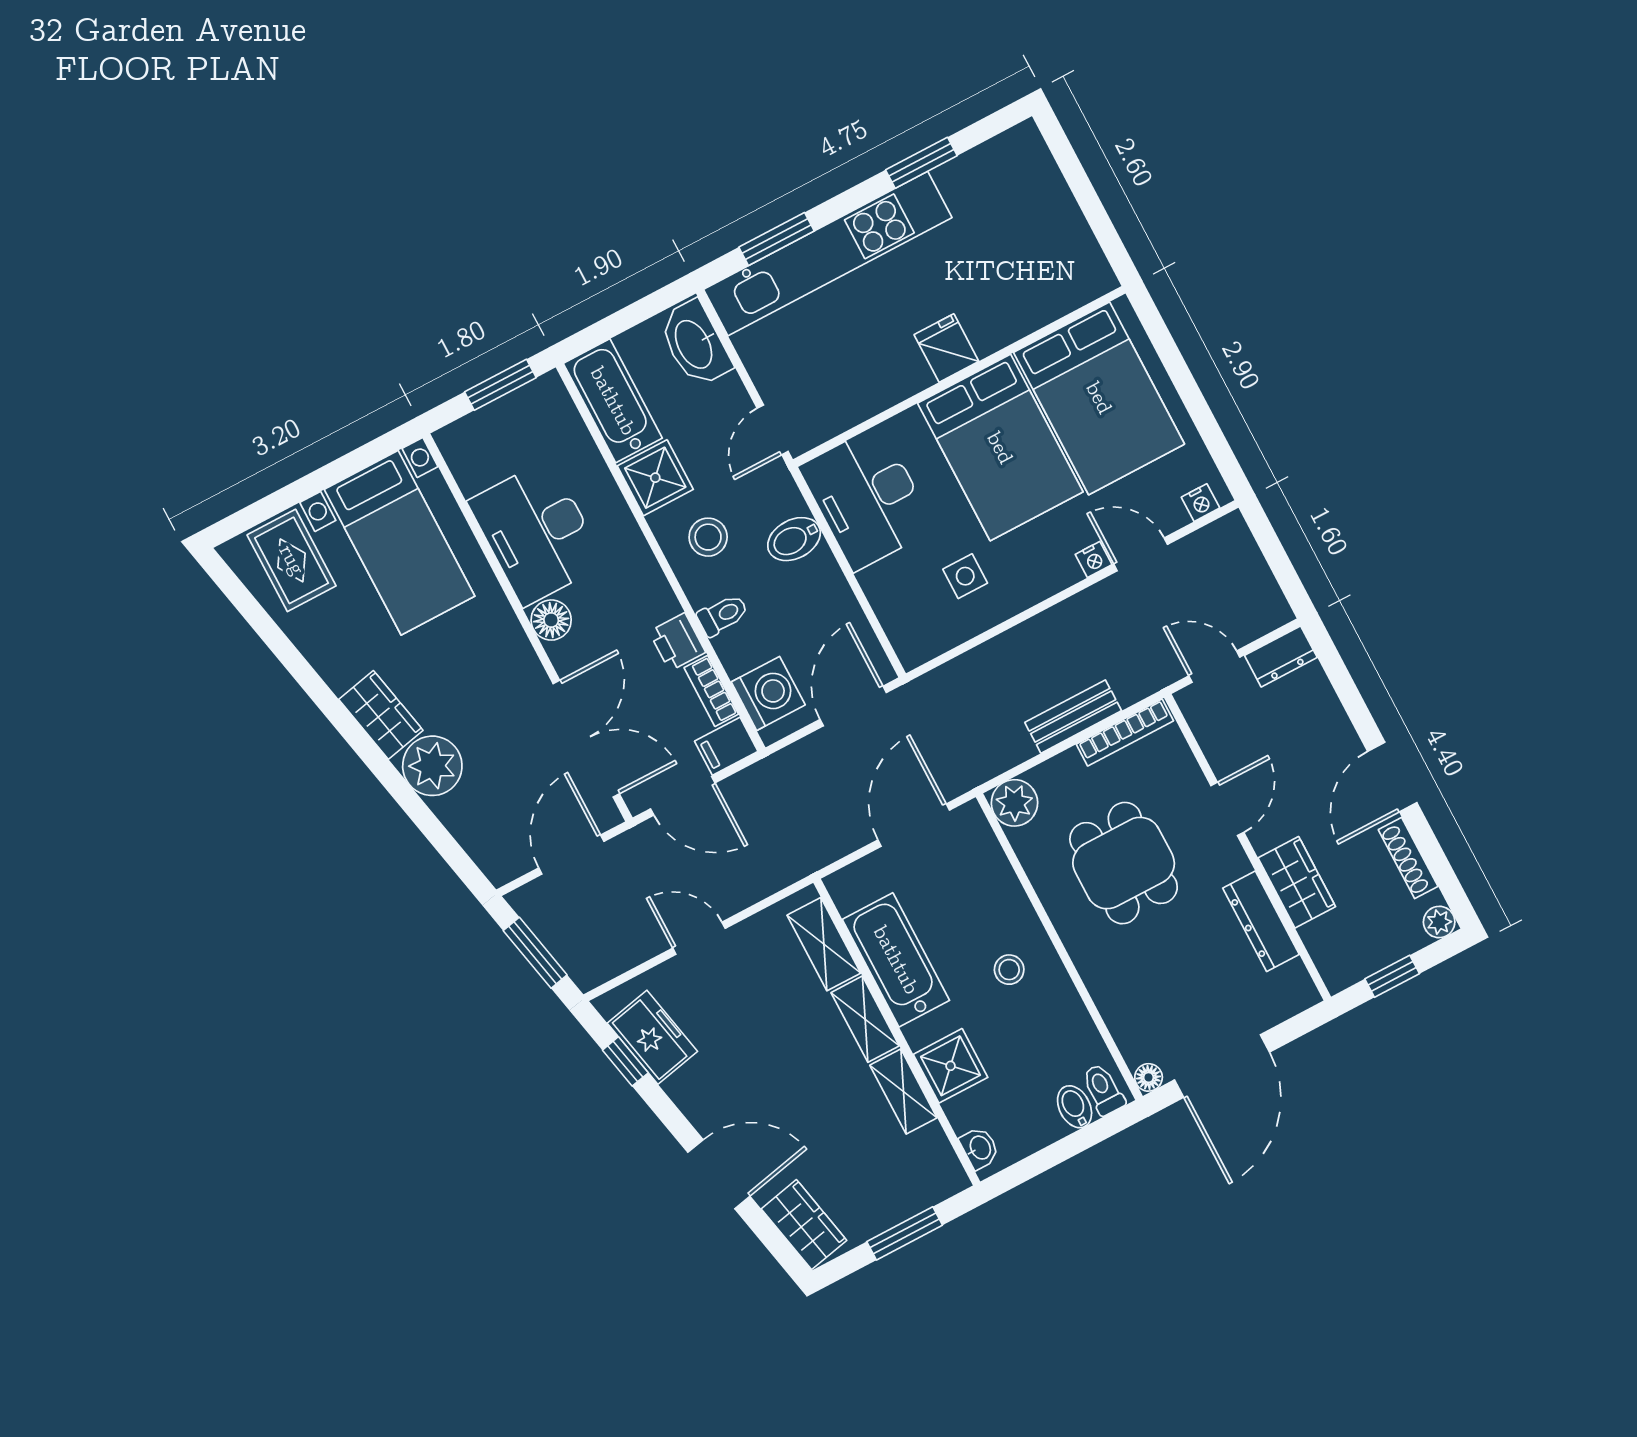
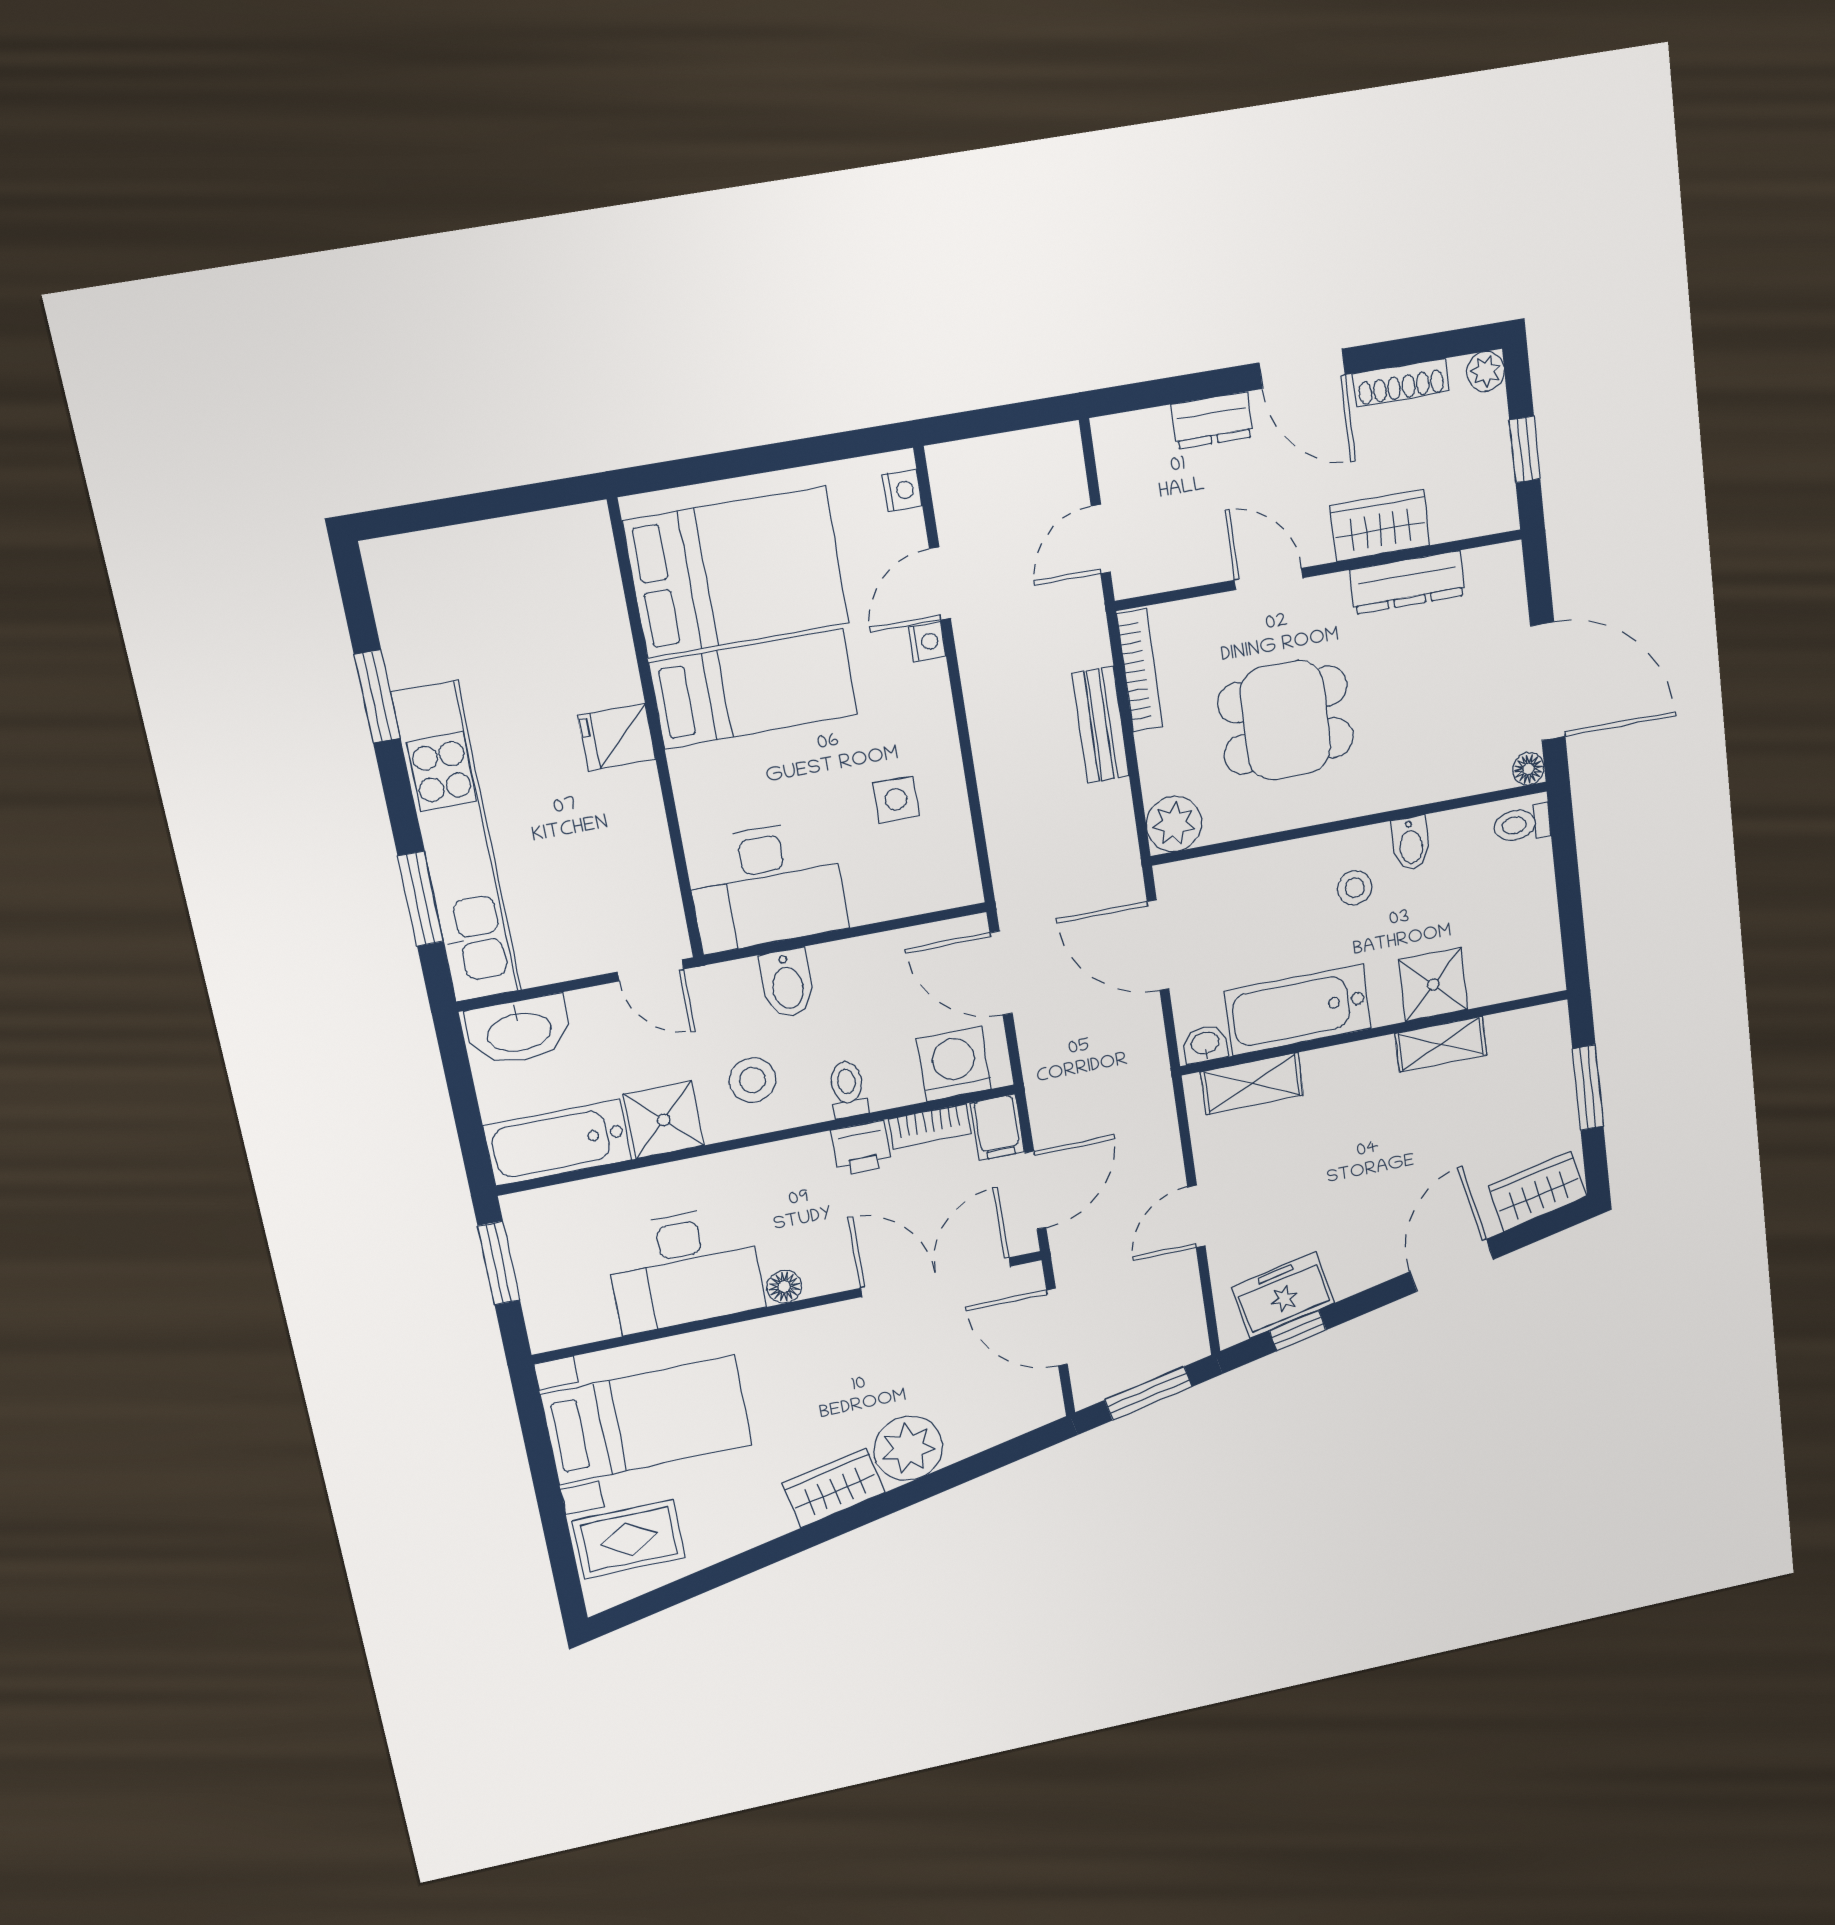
bed: (1000, 448) -> (754, 689), width x0.67
floor lamp: (551, 620) -> (784, 1287), width x0.73, depth x0.73
dresser: (1281, 656) -> (1212, 421), moved, turned 90
shelving: (865, 1019) -> (1349, 1063), removed
bidet: (1075, 1107) -> (1411, 843), moved, turned -90
washbasin: (980, 1148) -> (1205, 1044), moved

